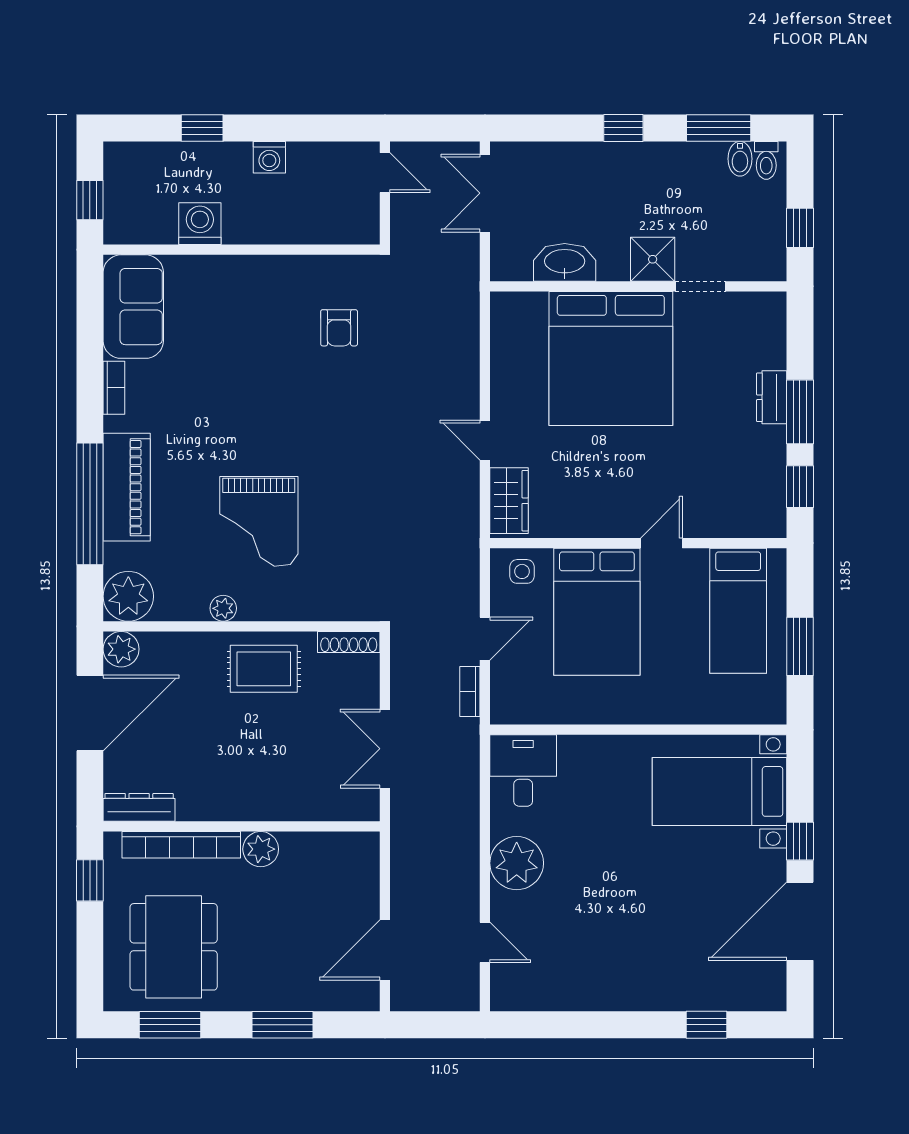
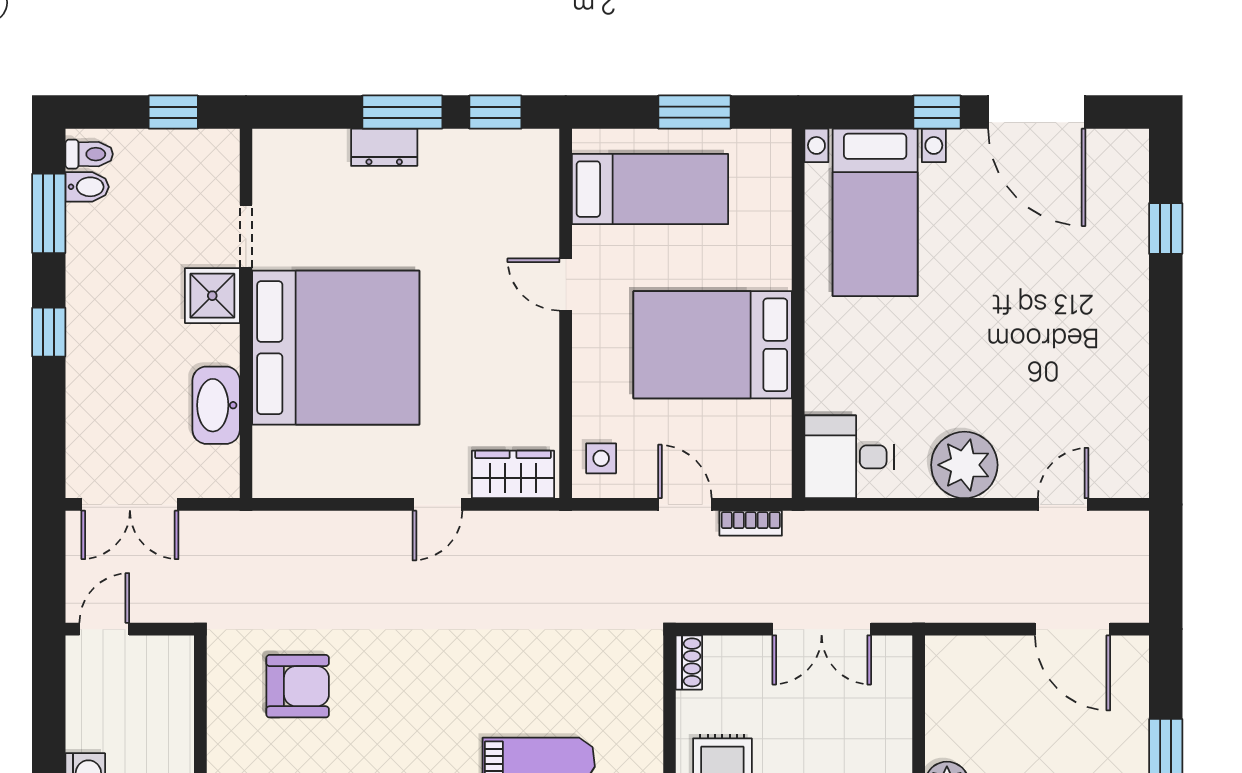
armchair: (339, 328) -> (298, 686), width x1.38, depth x1.38
bed: (597, 612) -> (713, 345), moved, turned 180
shoe rack: (349, 642) -> (689, 662), width x0.70

